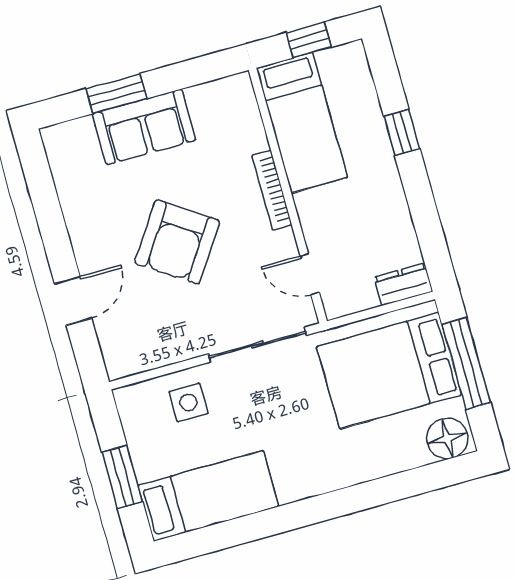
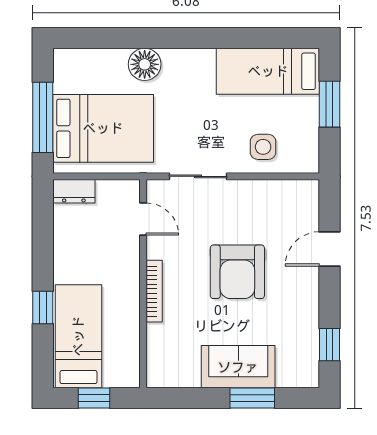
bed: (302, 123) -> (78, 336), moved
window: (41, 185) -> (329, 345), added
armchair: (177, 242) -> (237, 272), turned 146
sliding door: (258, 345) -> (198, 176), width x0.73
floor lamp: (447, 438) -> (145, 64), moved

